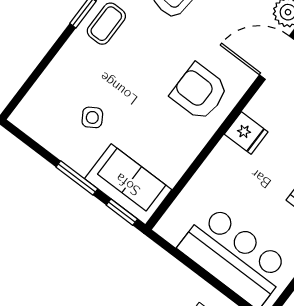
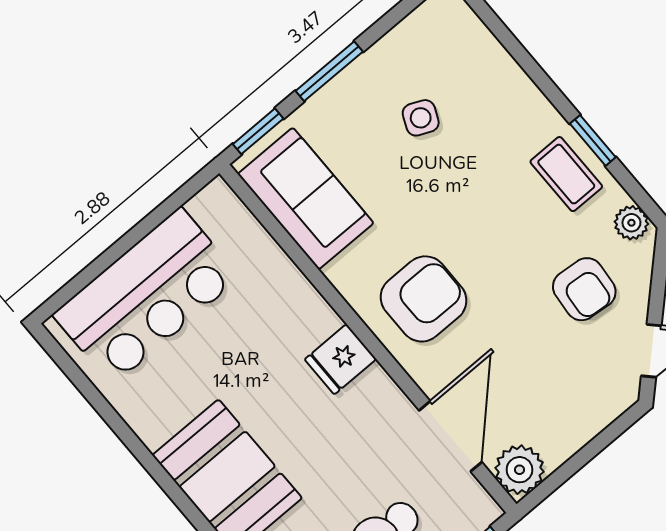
side table: (92, 117) -> (421, 118), turned -34
sofa: (128, 184) -> (306, 199), moved, turned -90

